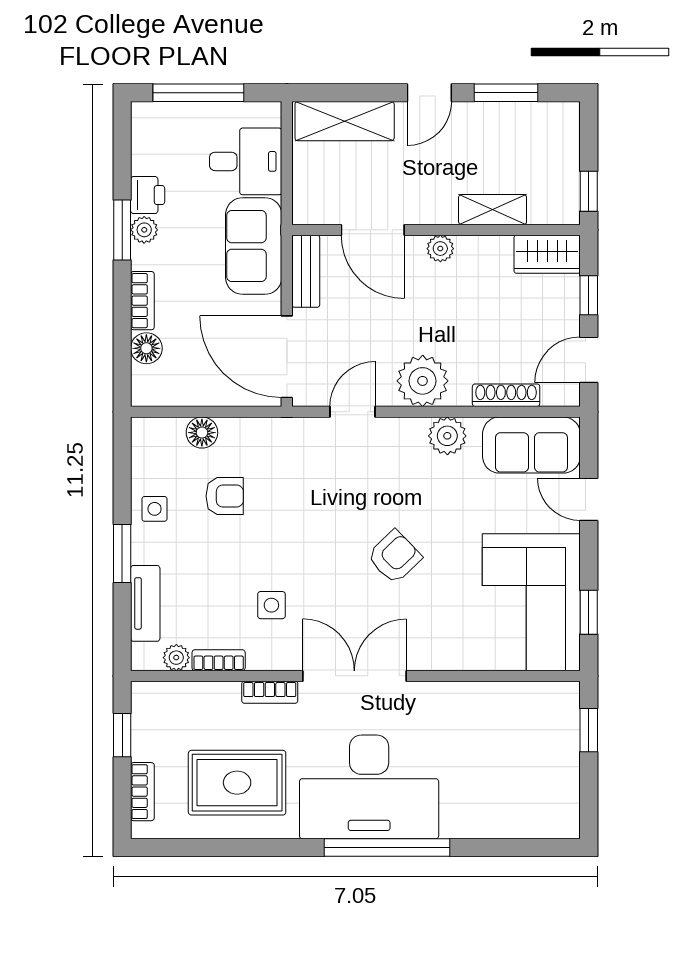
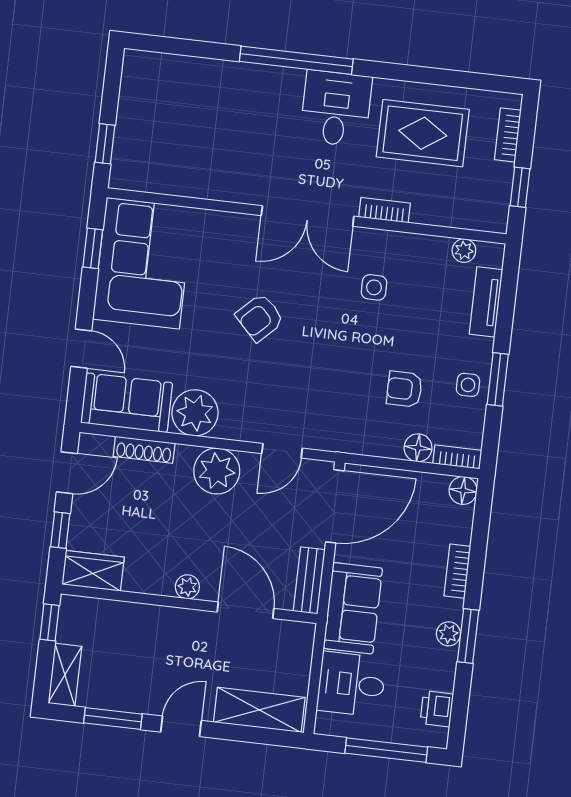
printer: (148, 195) -> (437, 709), moved
shelving: (493, 210) -> (65, 675), moved, turned 90
floor lamp: (146, 348) -> (463, 490), moved
door: (287, 357) -> (335, 506), hinge flipped
plant: (447, 436) -> (195, 413), width x1.36, depth x1.36
window: (122, 553) -> (498, 379), moved
bookcase: (219, 660) -> (457, 457), moved, turned 180
desk: (369, 787) -> (336, 108), width x0.53, depth x0.77

